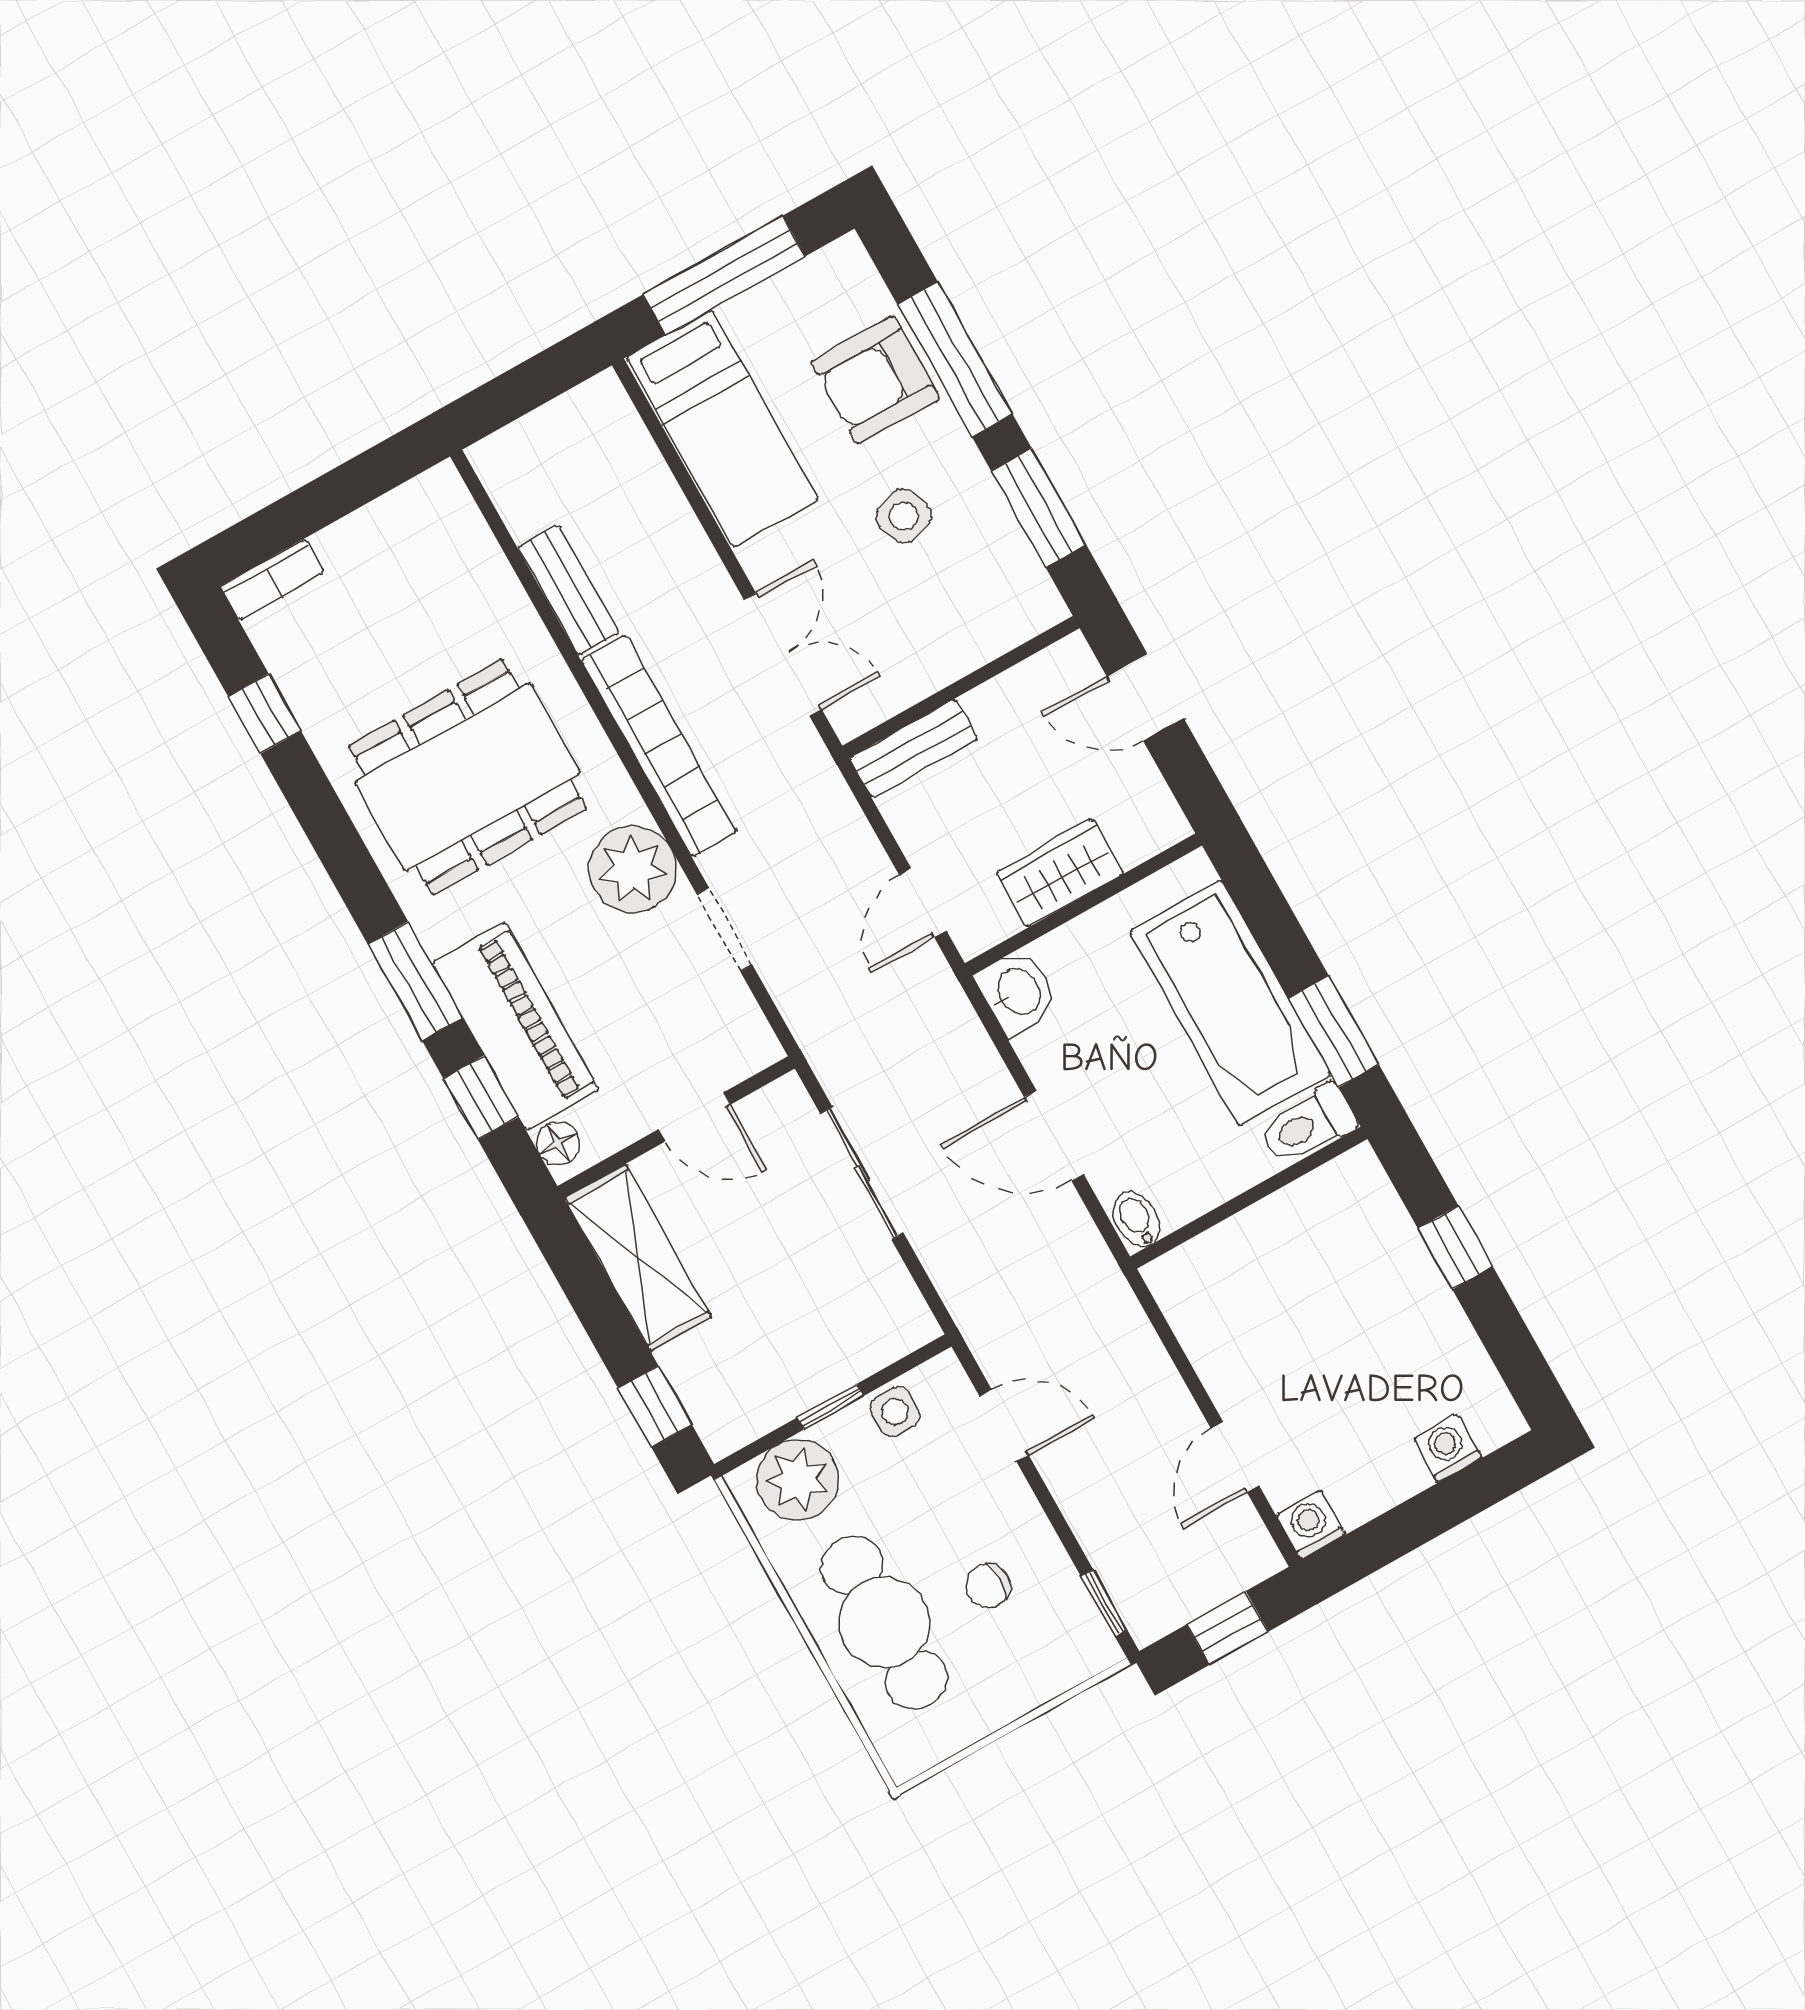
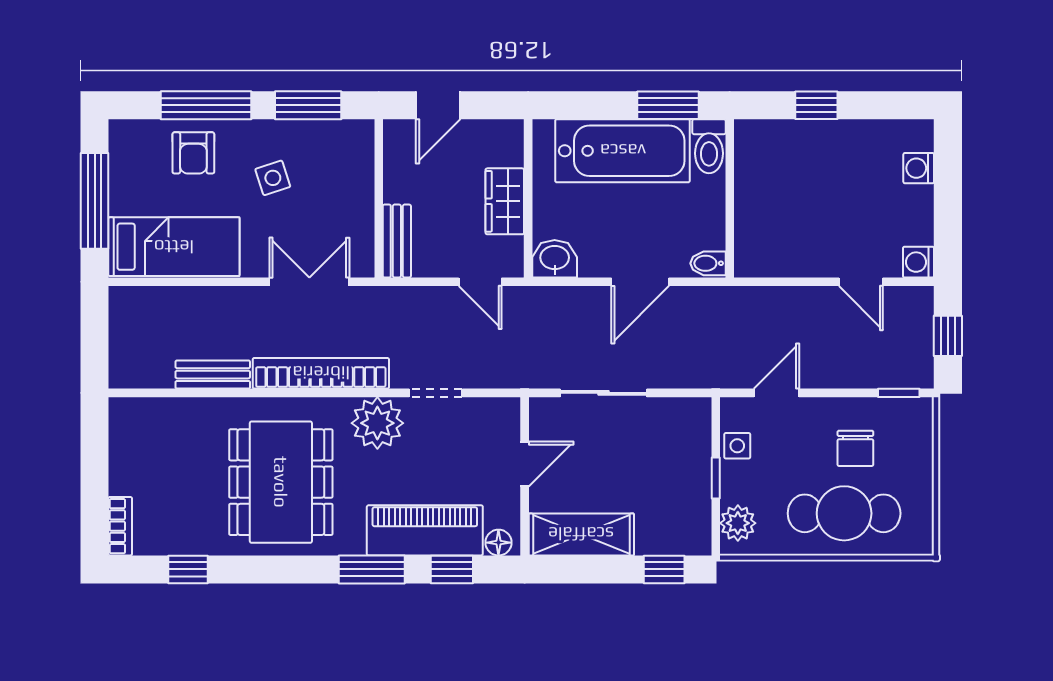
armchair: (875, 380) -> (193, 153), width x0.72, depth x0.72
plant: (798, 1480) -> (738, 523), width x0.73, depth x0.73
chair: (988, 1586) -> (855, 448), width x1.37, depth x1.37

